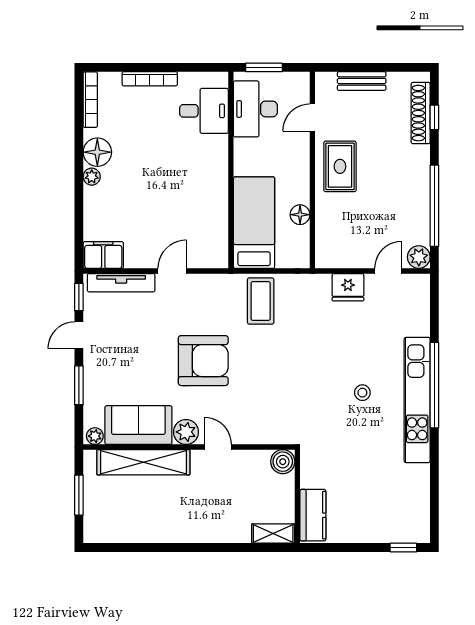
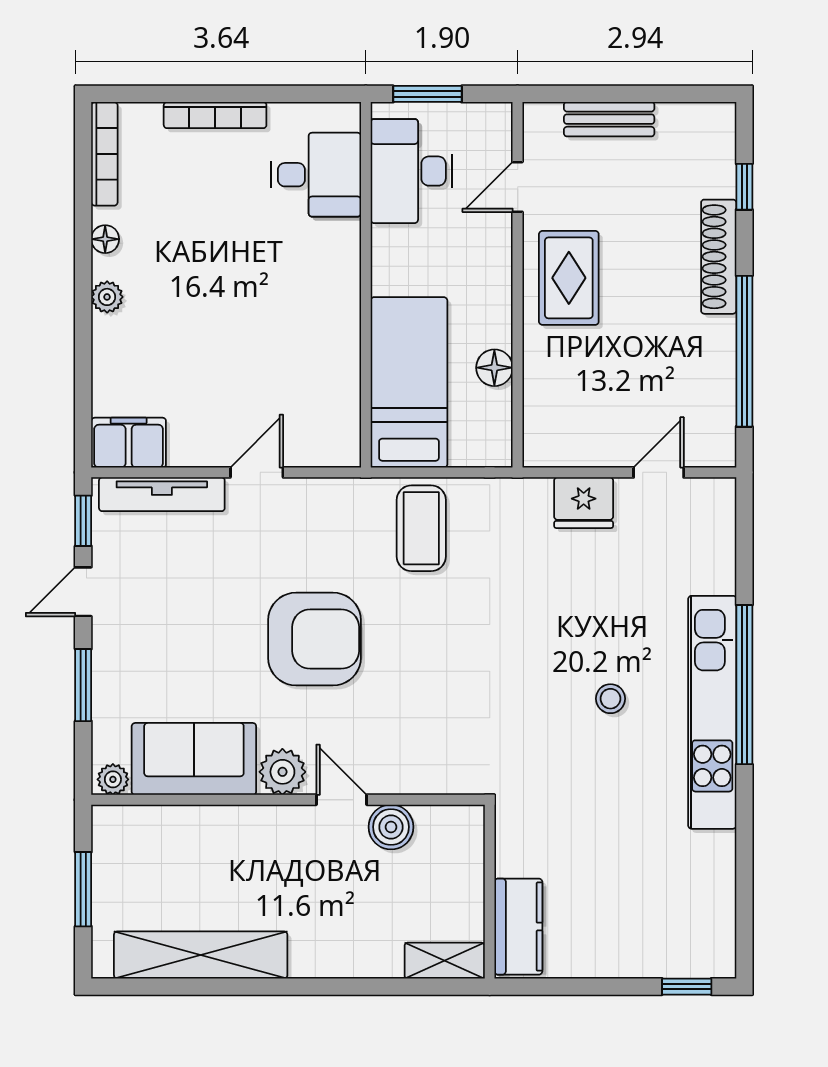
shoe rack: (421, 113) -> (719, 257), moved
floor lamp: (97, 152) -> (105, 239), width x0.53, depth x0.53
plant: (419, 257) -> (715, 447), removed
shelving: (143, 462) -> (201, 955), moved
boiler: (283, 462) -> (391, 827), moved

